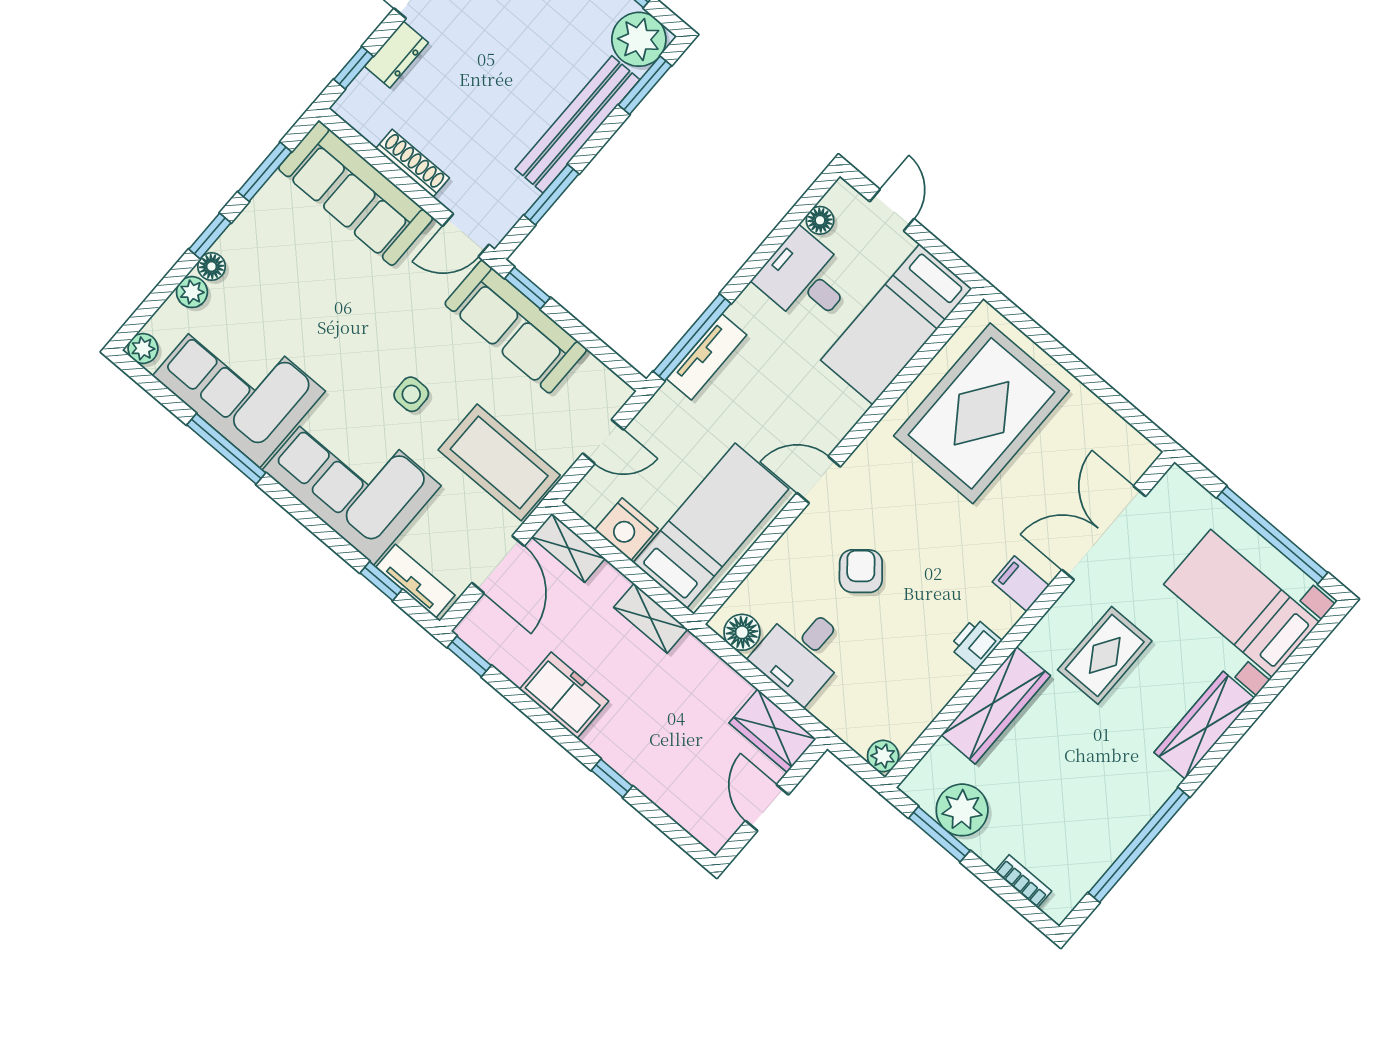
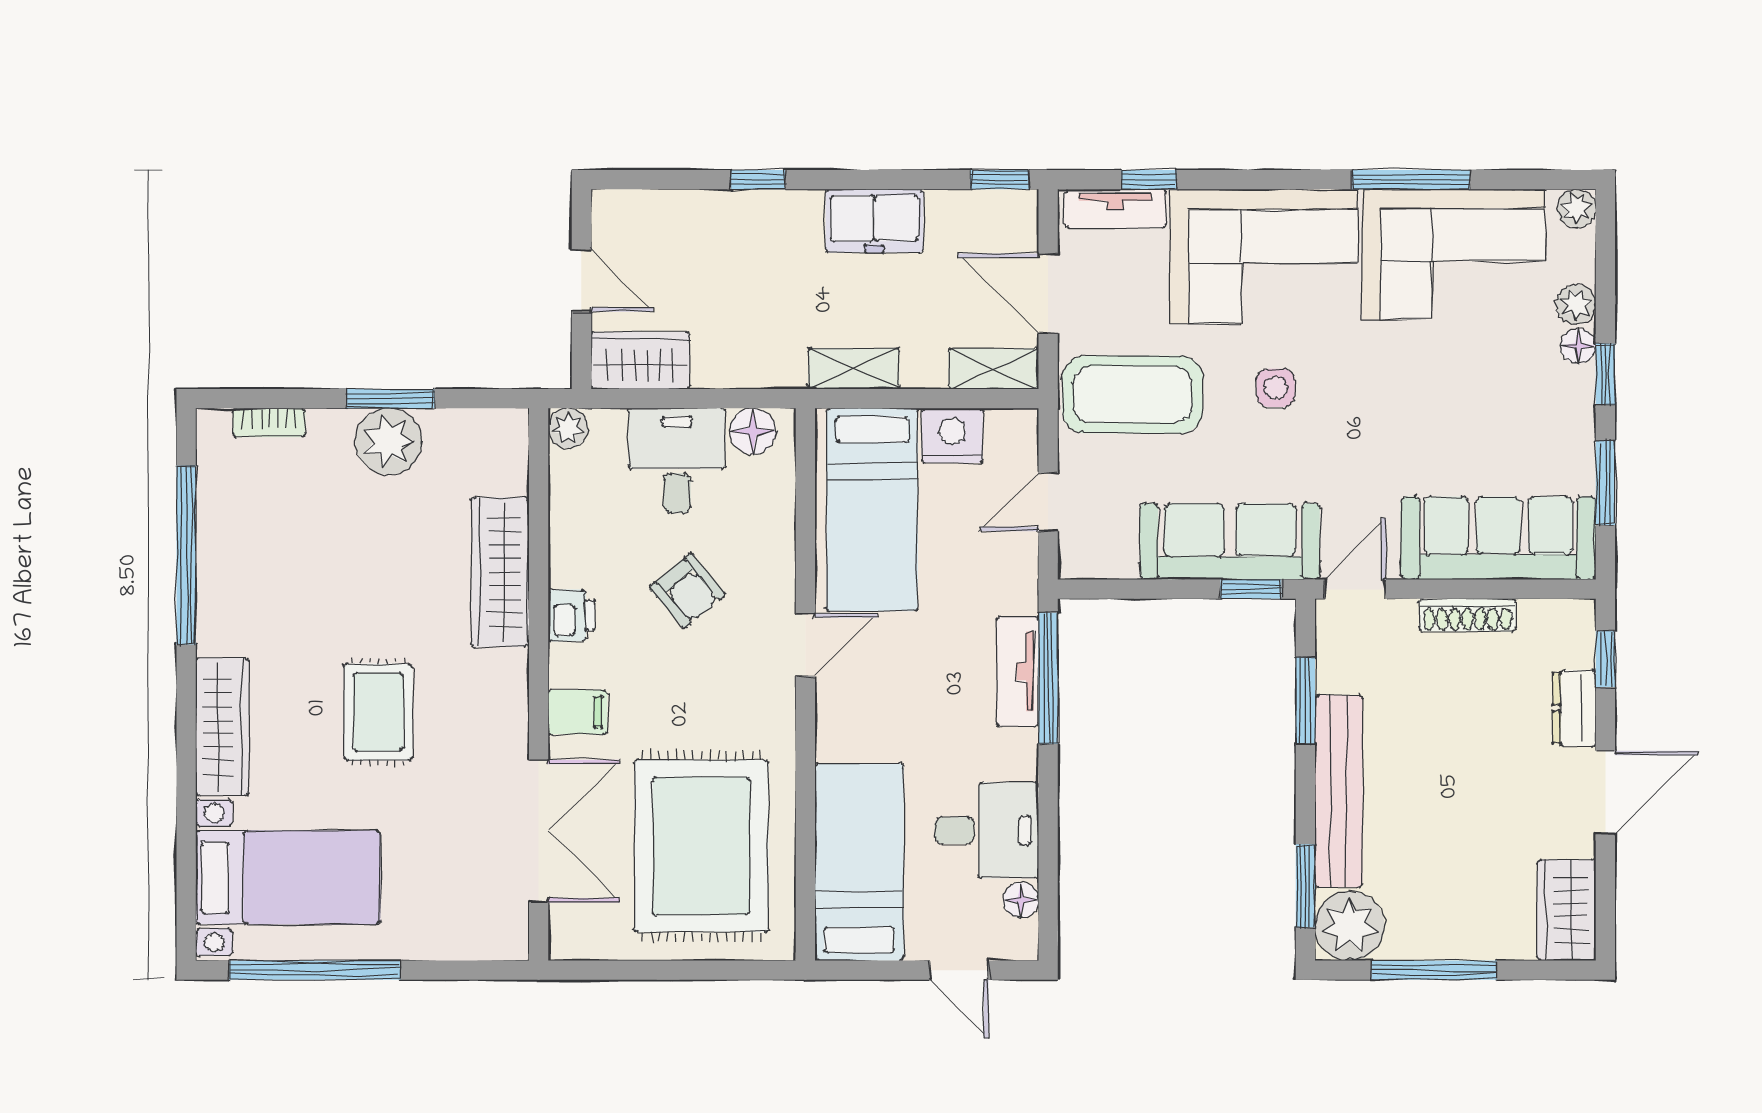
double door: (1104, 533) -> (539, 831), moved
filing cabinet: (1021, 584) -> (578, 712), moved
wall: (1030, 620) -> (539, 684), moved
printer: (975, 644) -> (572, 615), moved
wardrobe: (996, 705) -> (500, 572), moved
plant: (883, 756) -> (568, 428), moved

